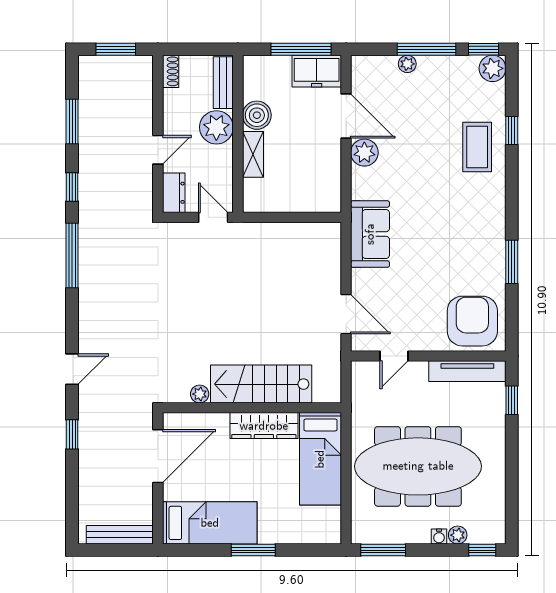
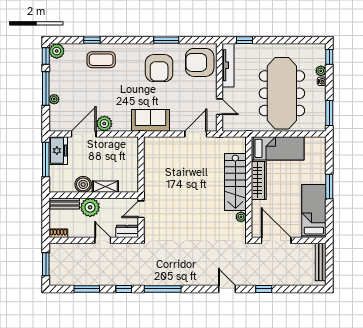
armchair: (462, 249) -> (159, 68), added

